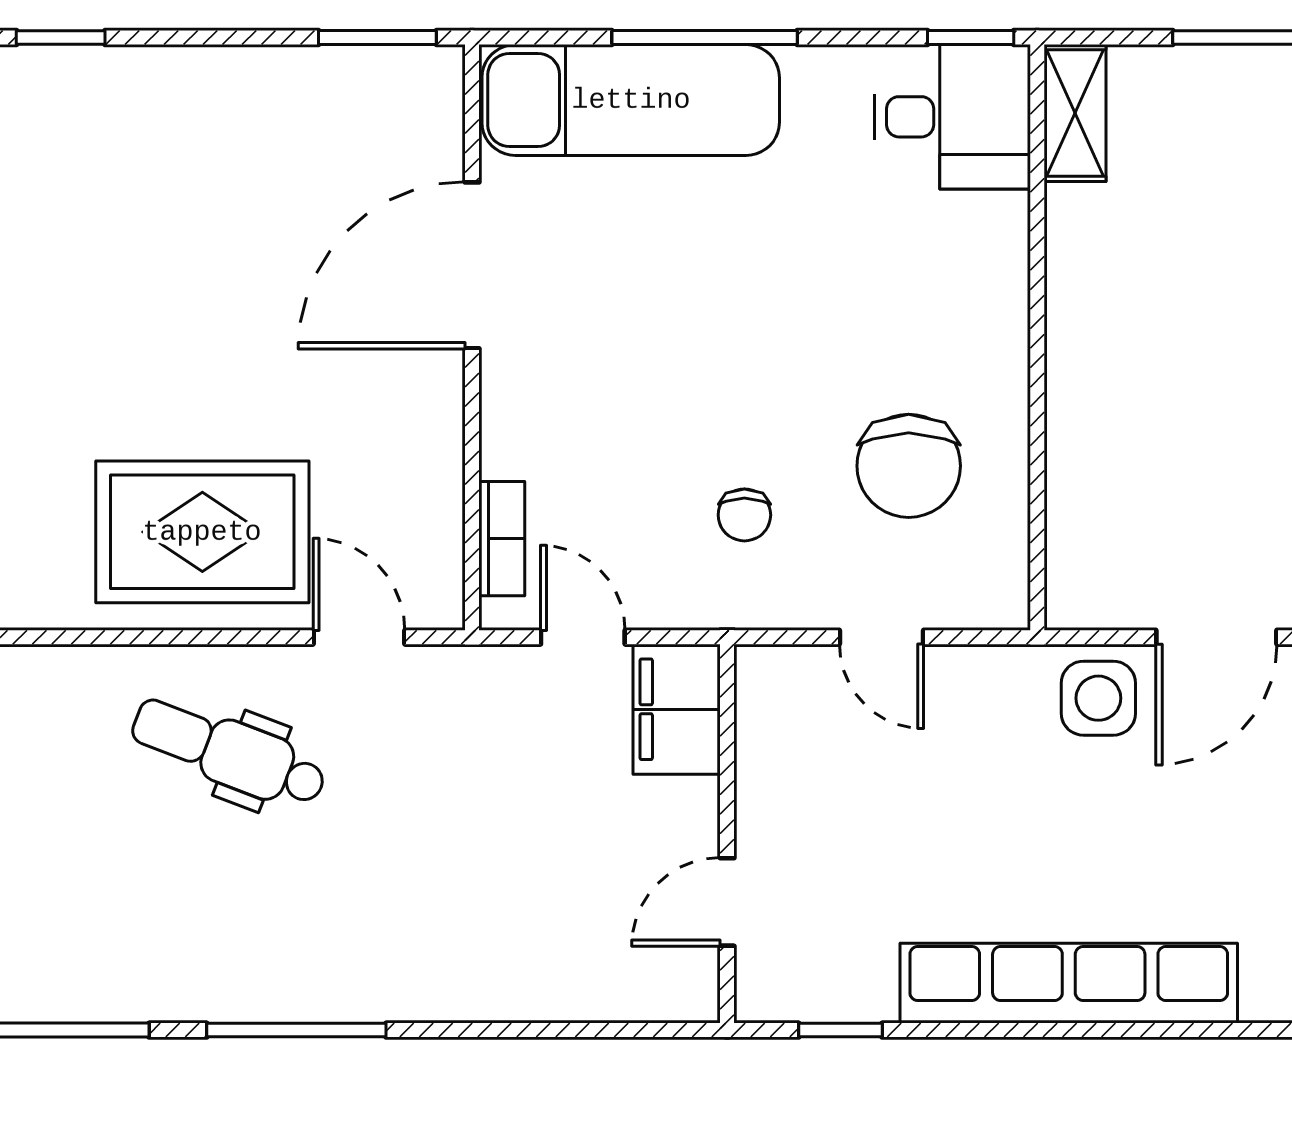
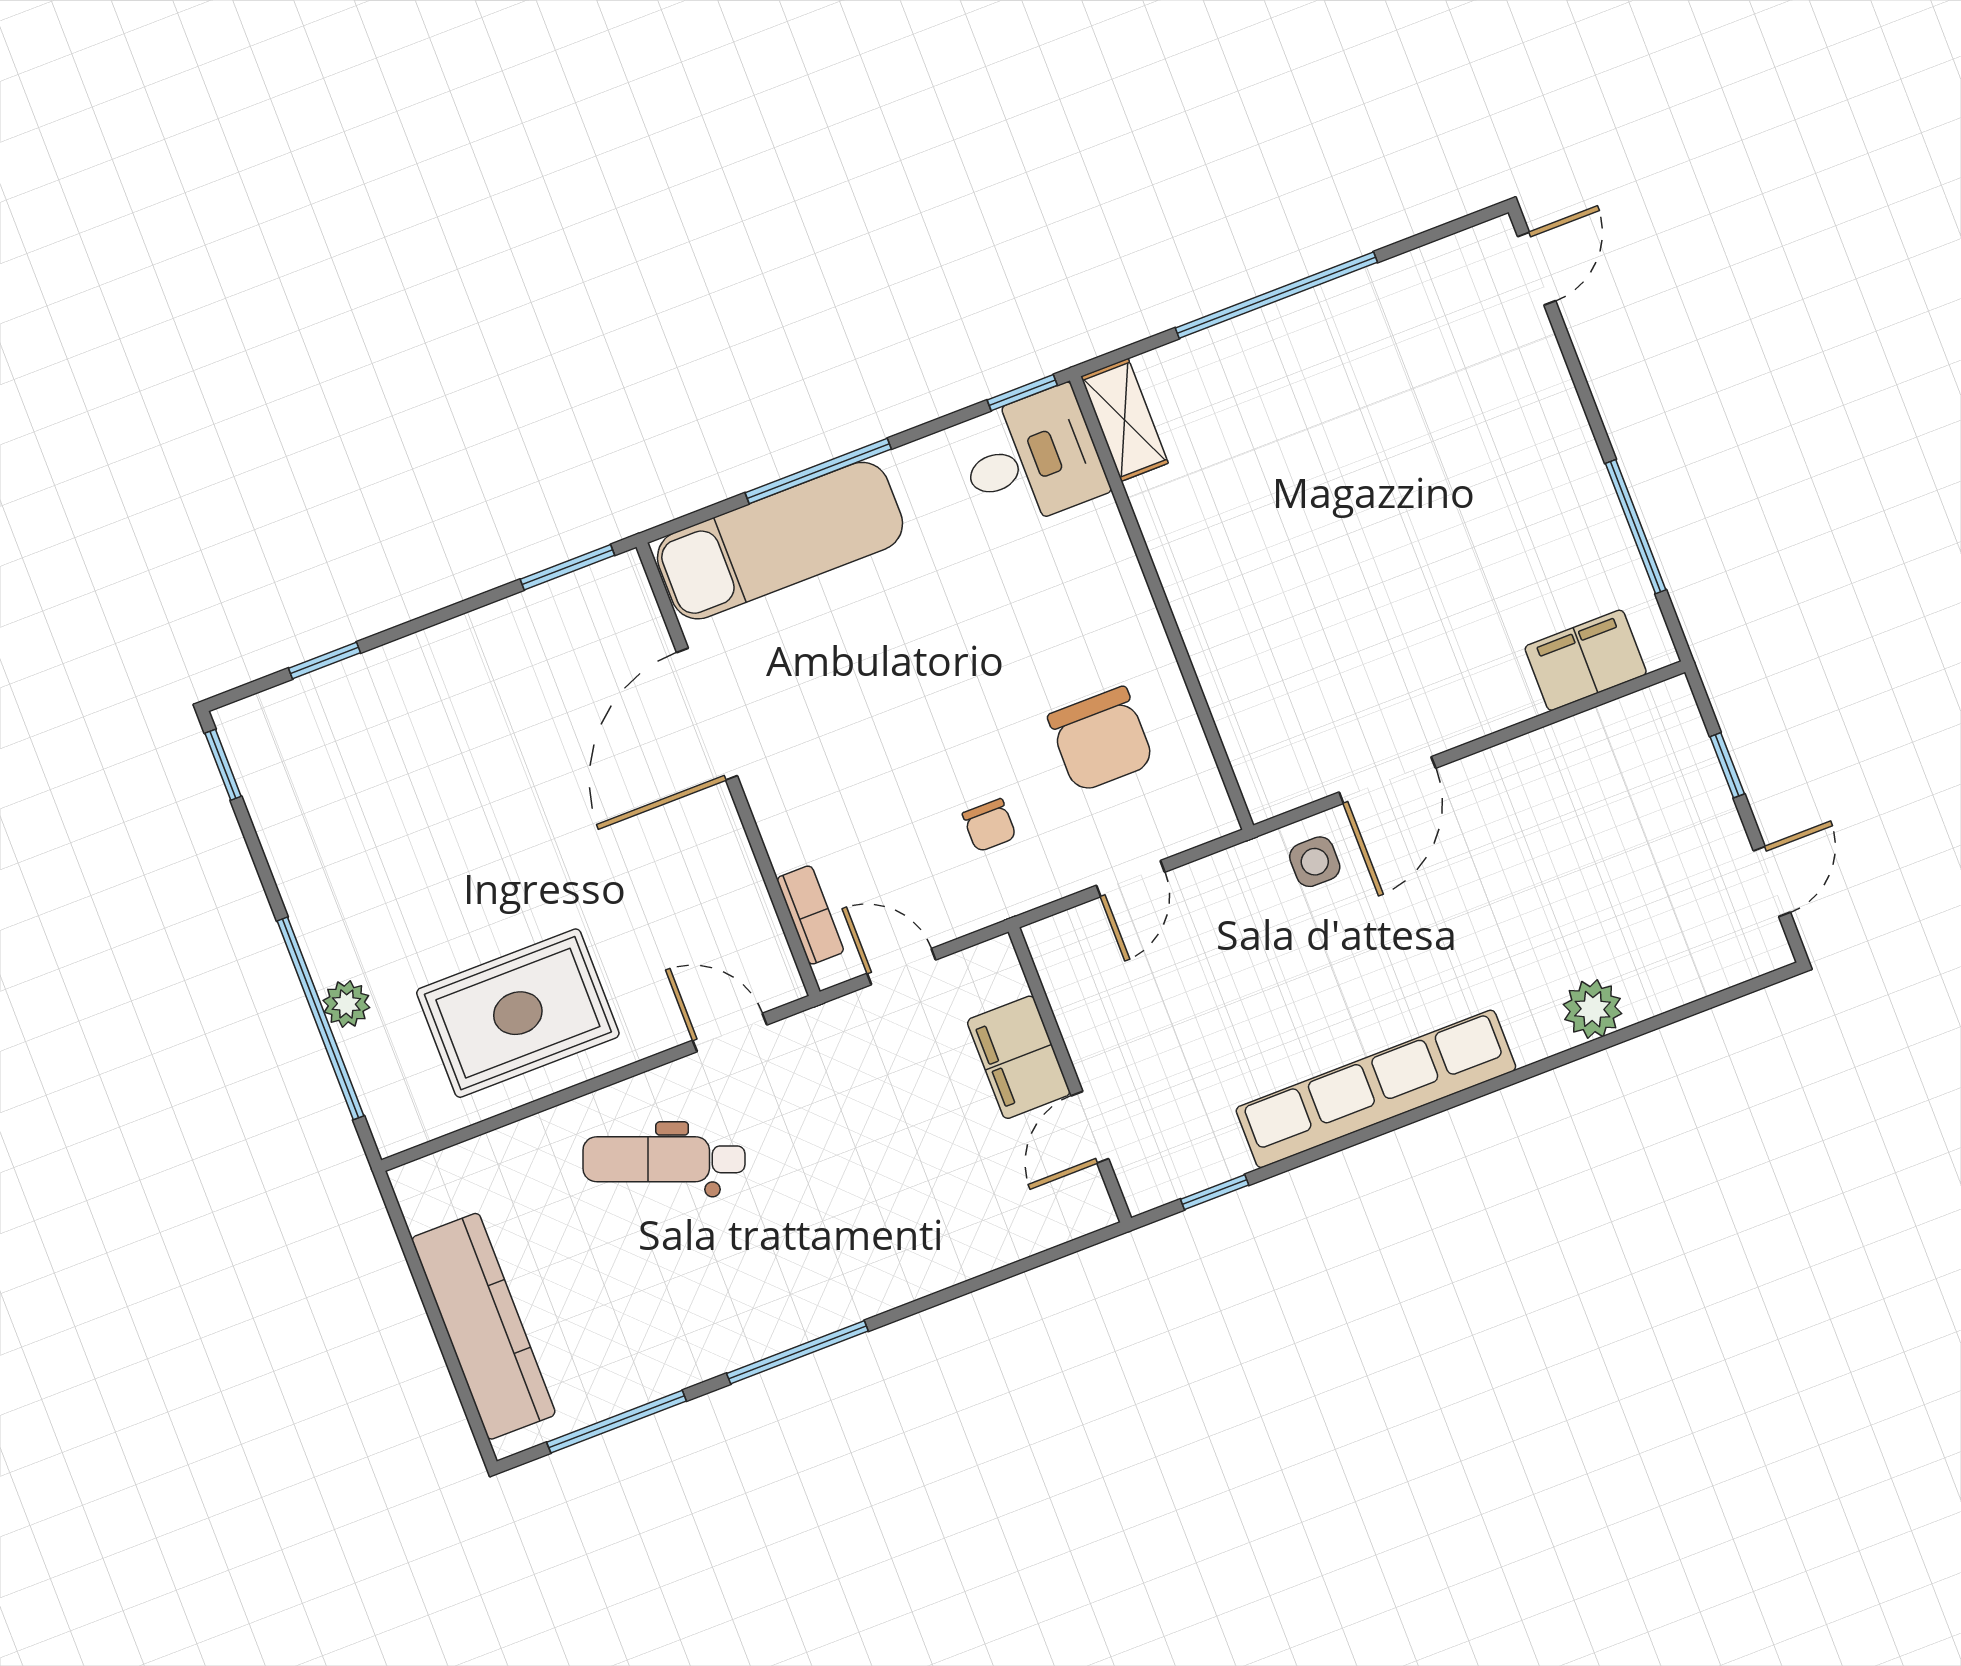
rug: (202, 532) -> (518, 1013), moved
door: (882, 637) -> (1130, 879), hinge flipped
side table: (1098, 698) -> (1315, 862), width x0.73, depth x0.73
filing cabinet: (677, 709) -> (1019, 1057), moved

